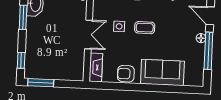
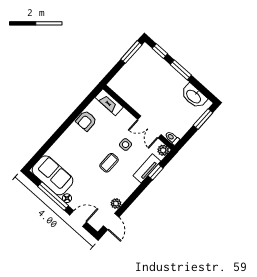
window: (23, 17) -> (181, 70), moved
double door: (88, 34) -> (149, 127), moved
sofa: (162, 73) -> (53, 175), moved, turned -90
armchair: (126, 74) -> (86, 121), turned 180

